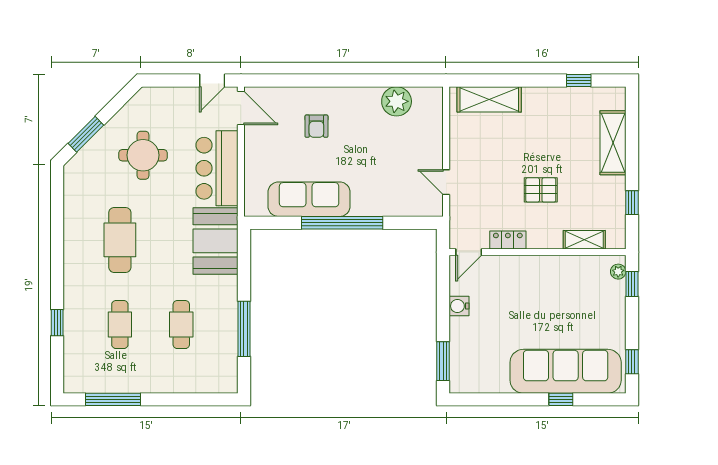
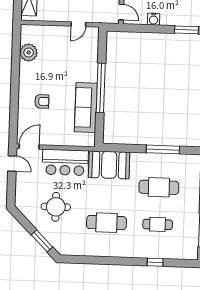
cafe table: (181, 325) -> (159, 187), width x1.37, depth x1.35

